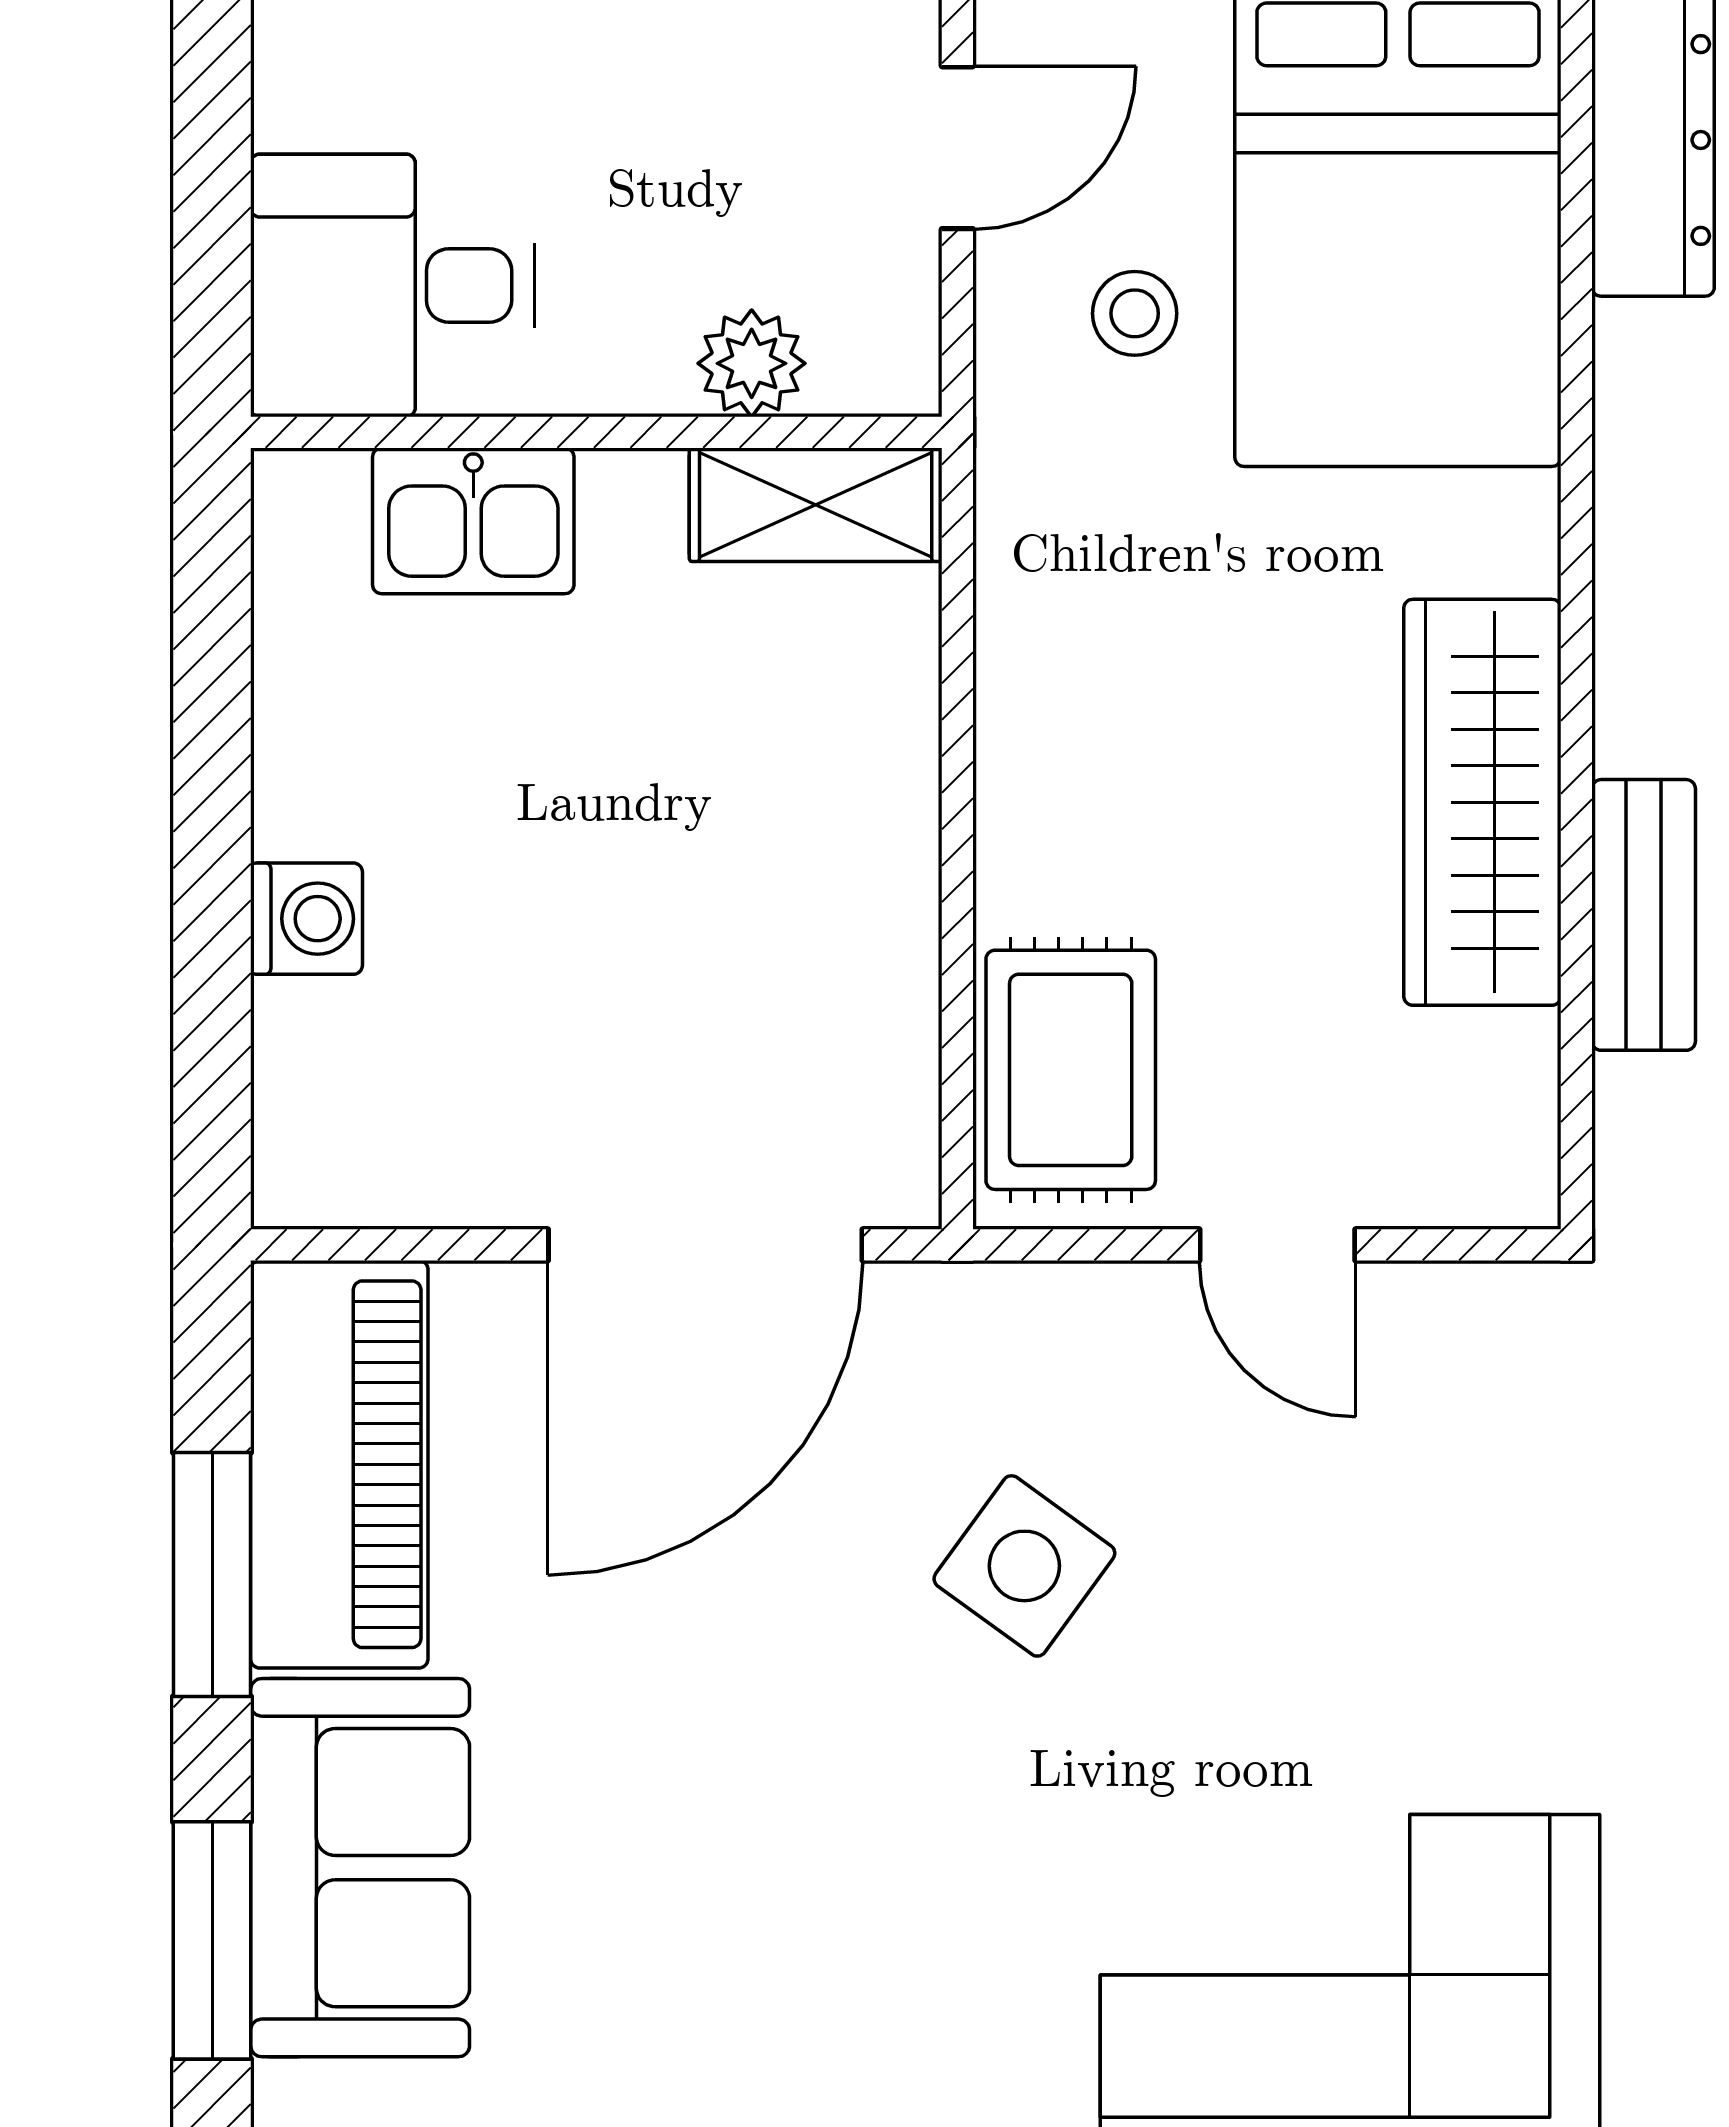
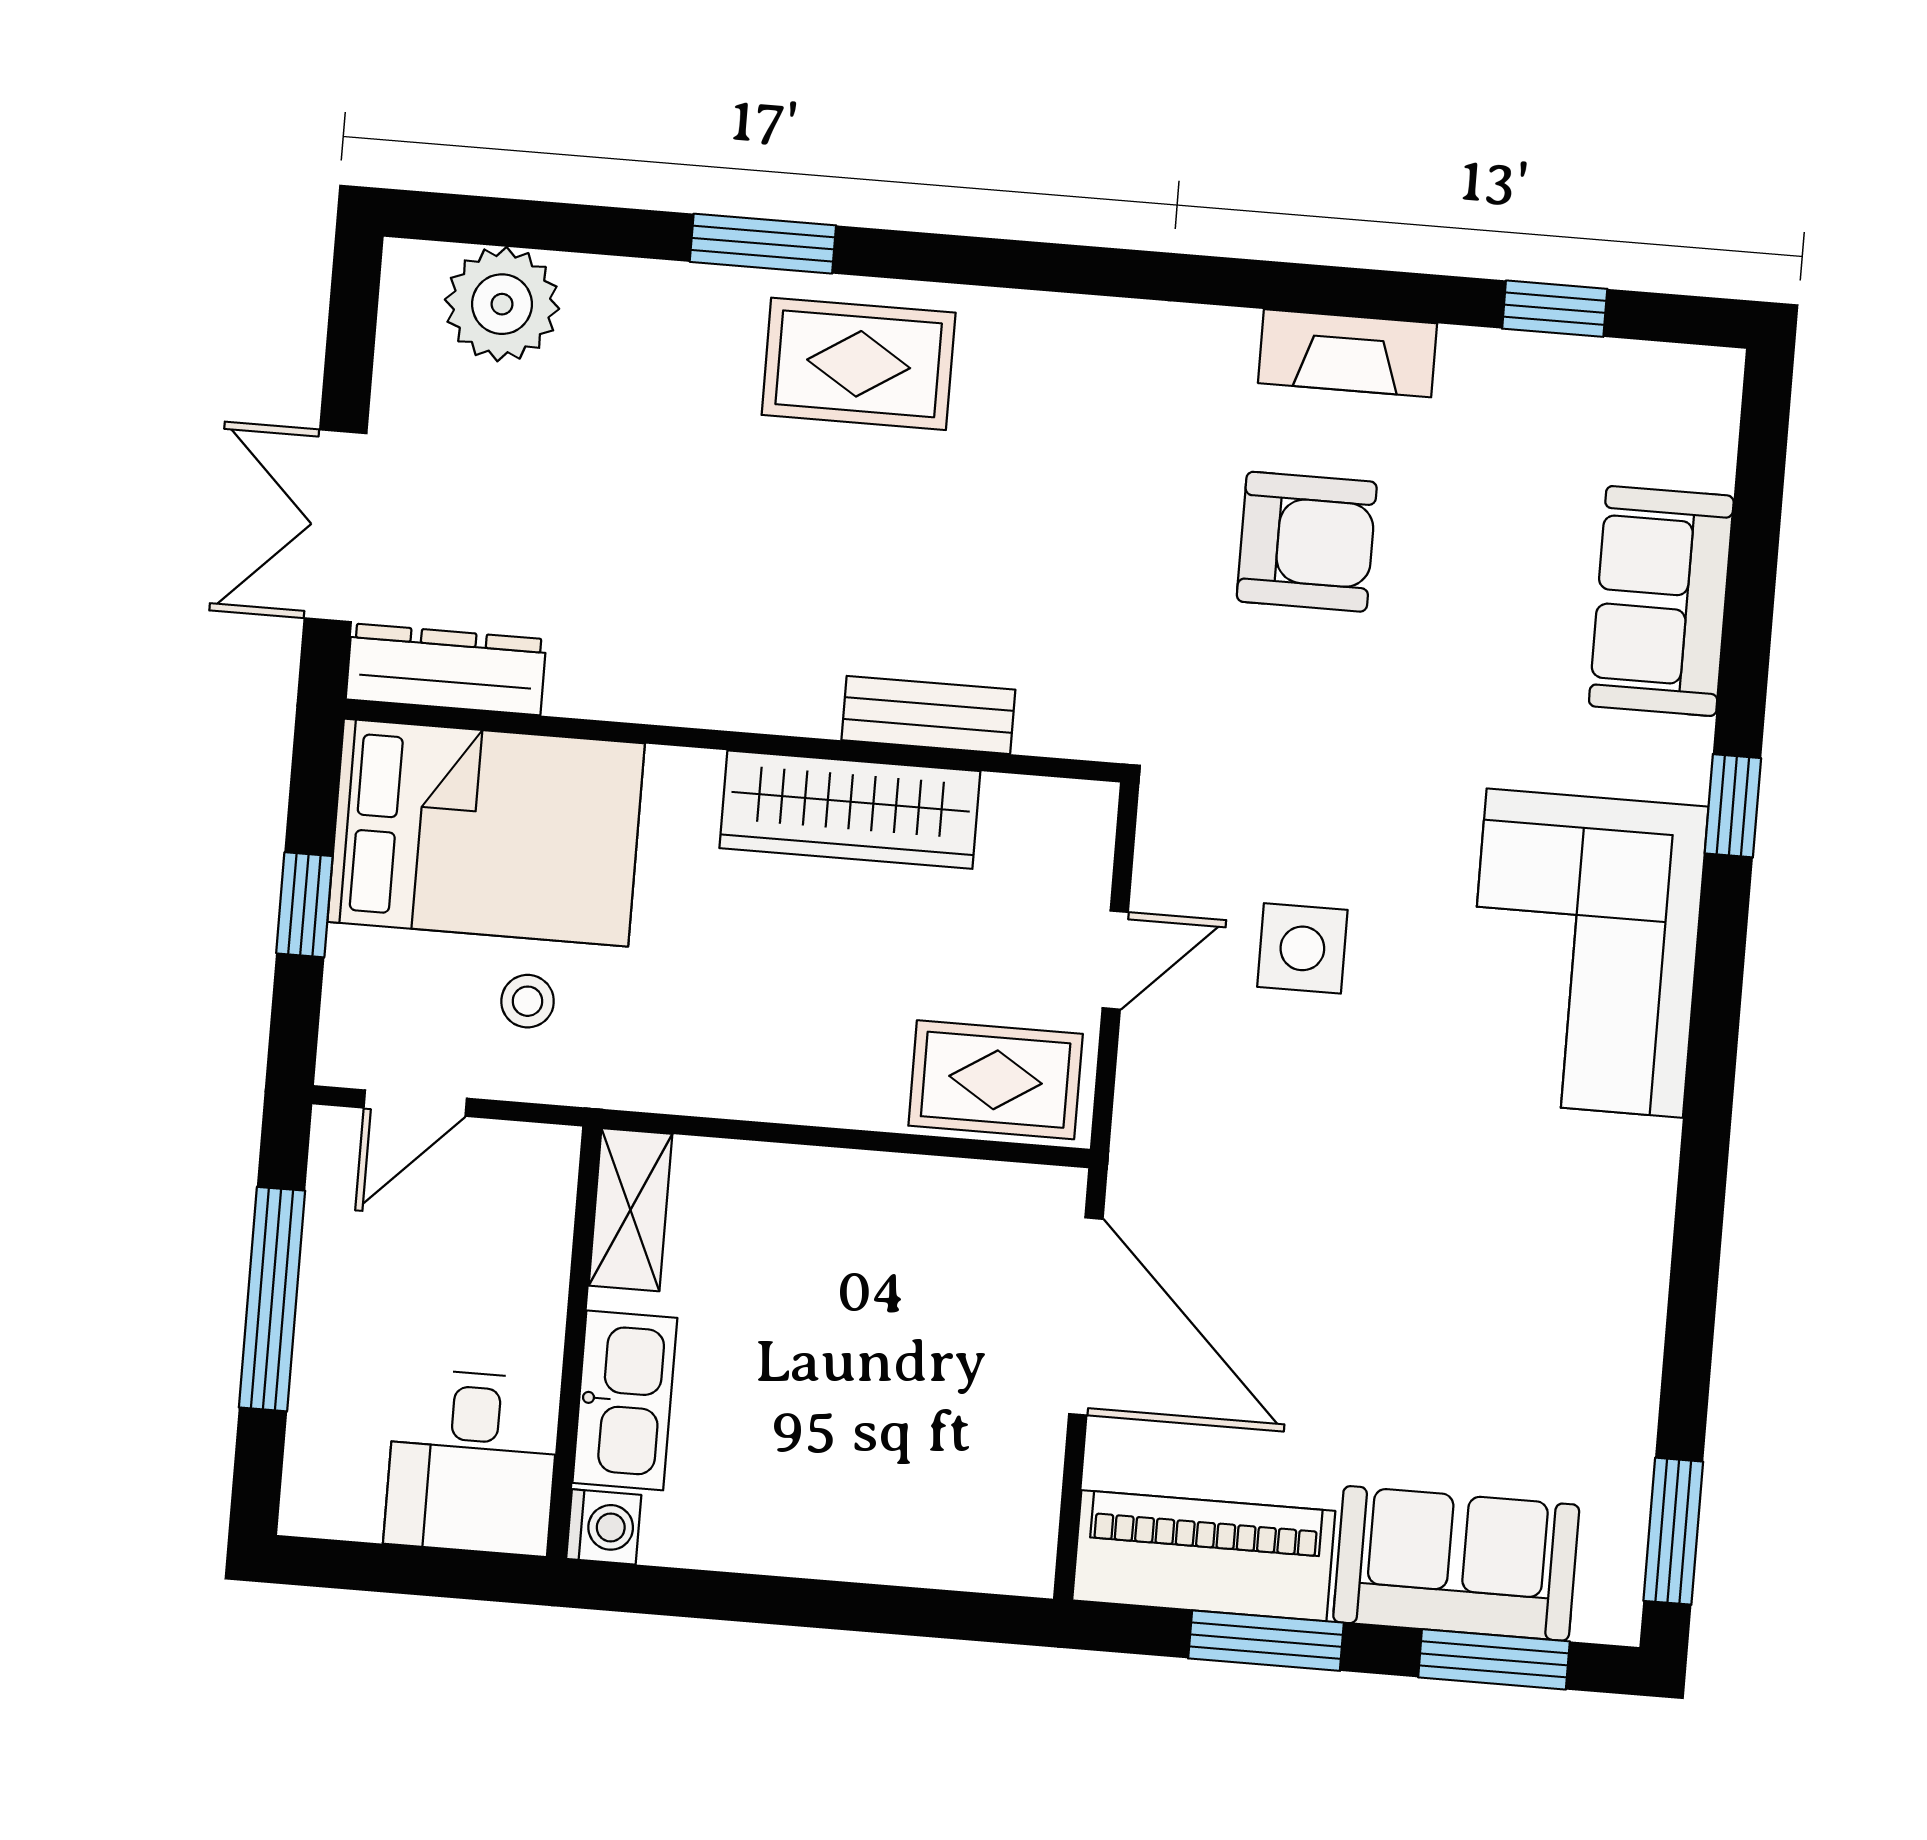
door: (957, 148) -> (415, 1103), swing flipped
plant: (752, 363) -> (539, 1242), removed
kitchen sink: (473, 521) -> (625, 1400), width x1.38
washing machine: (307, 919) -> (604, 1527), moved, turned 90
side table: (1024, 1566) -> (1302, 948), moved, turned -36

